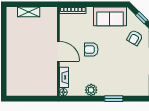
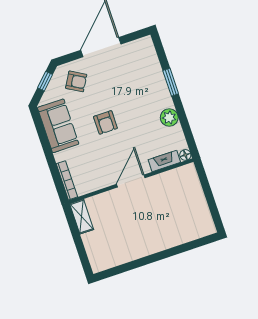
shelving: (29, 12) -> (82, 217), moved
armchair: (91, 49) -> (105, 122), moved

